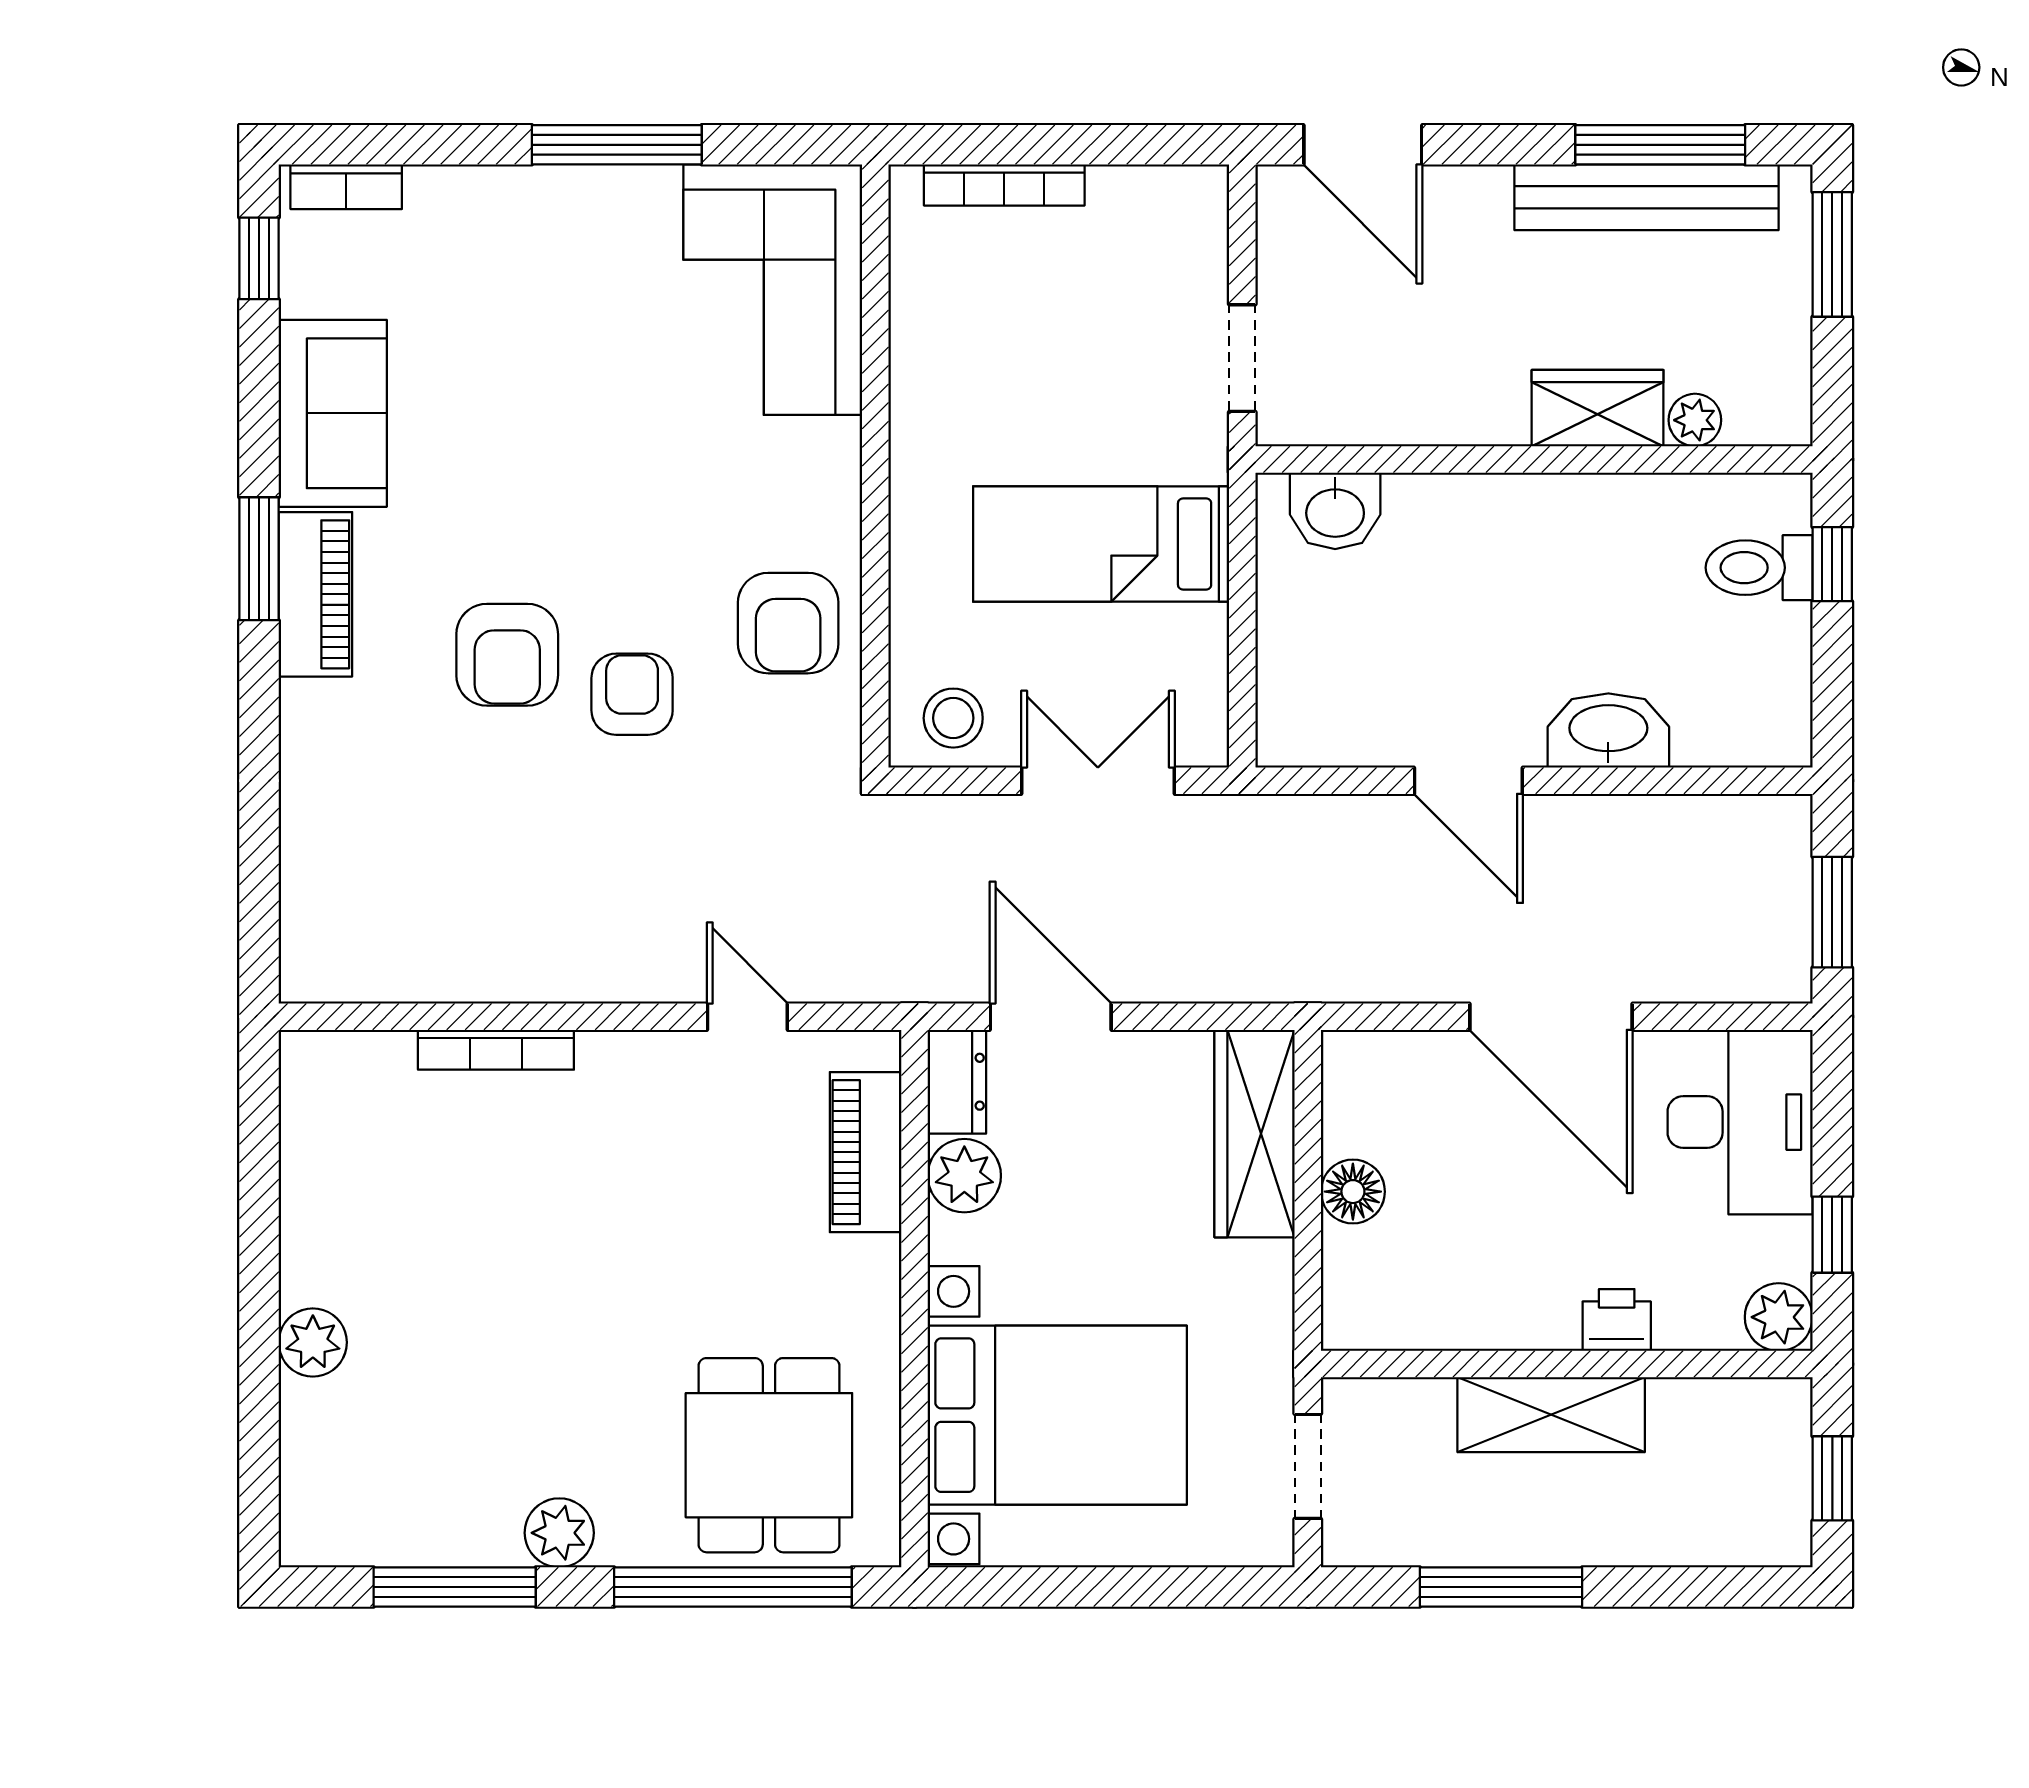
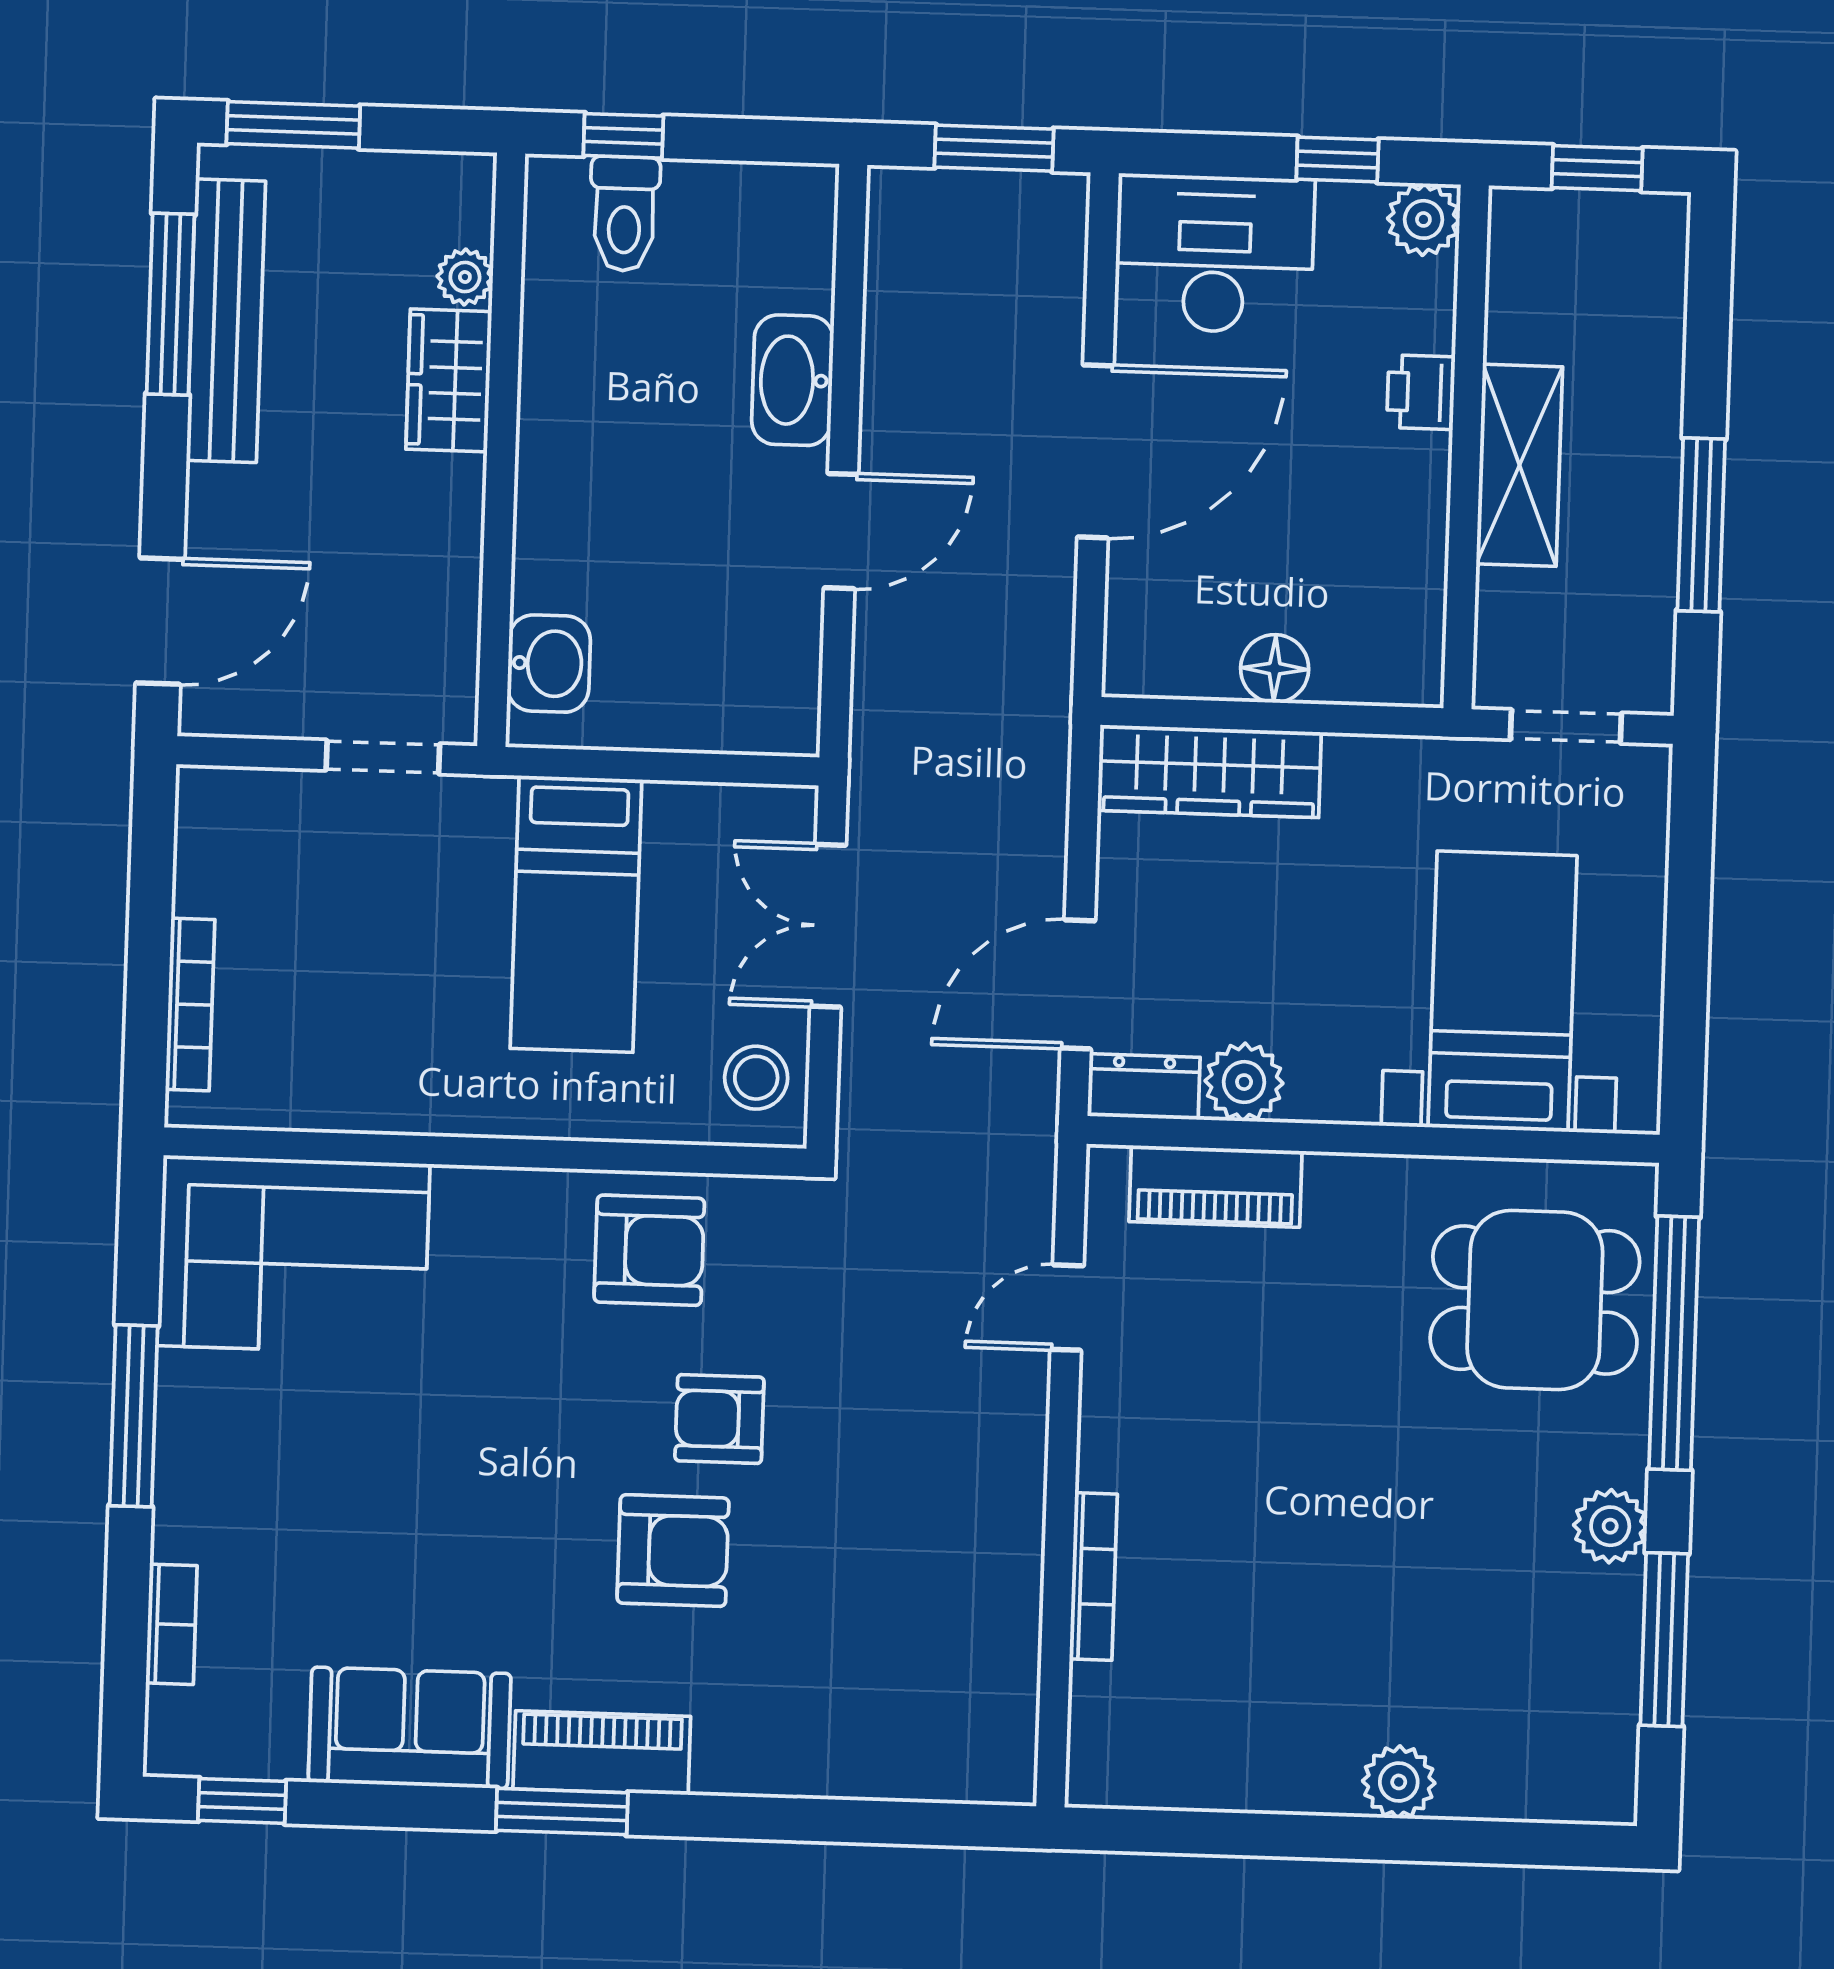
bookcase: (346, 187) -> (171, 1624), moved
bed with nightstands: (1057, 1415) -> (1502, 991), width x0.73

